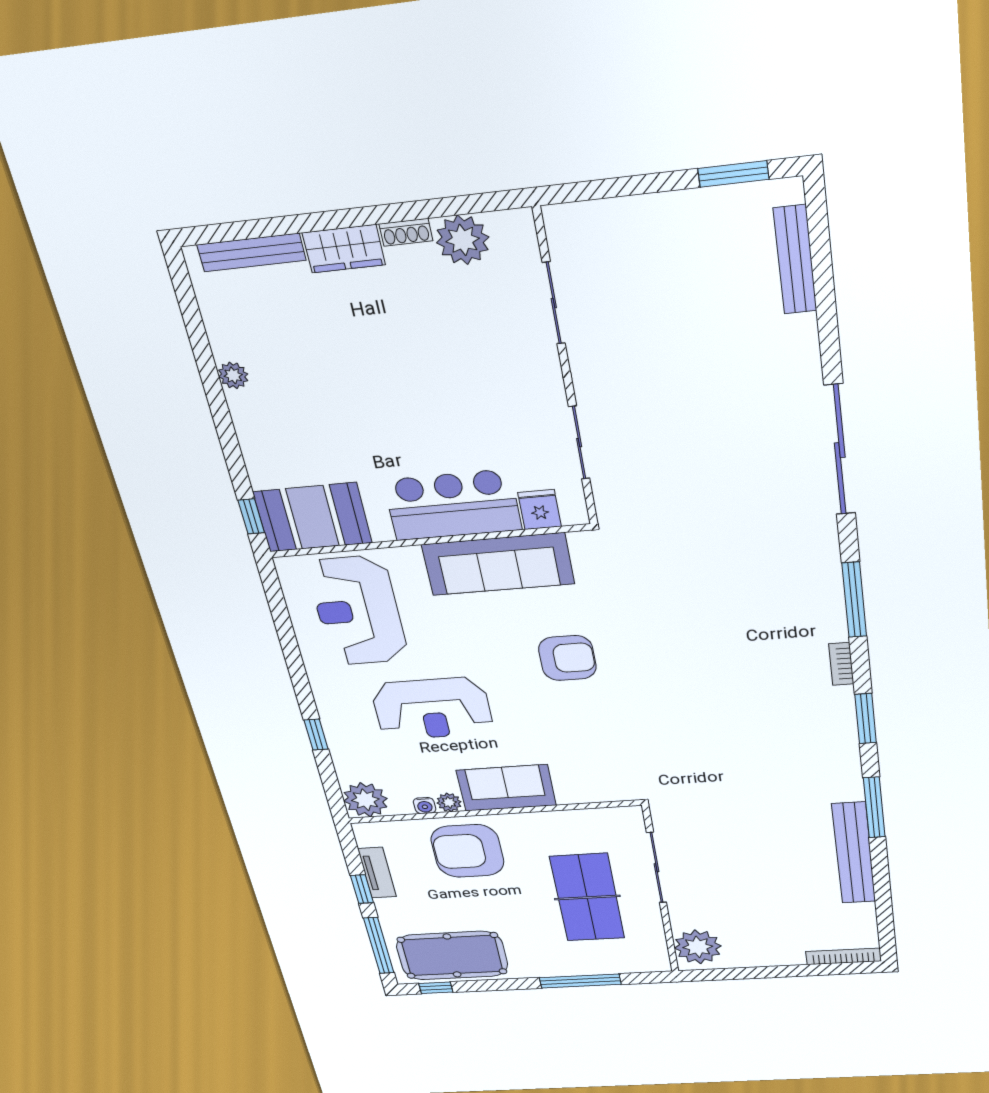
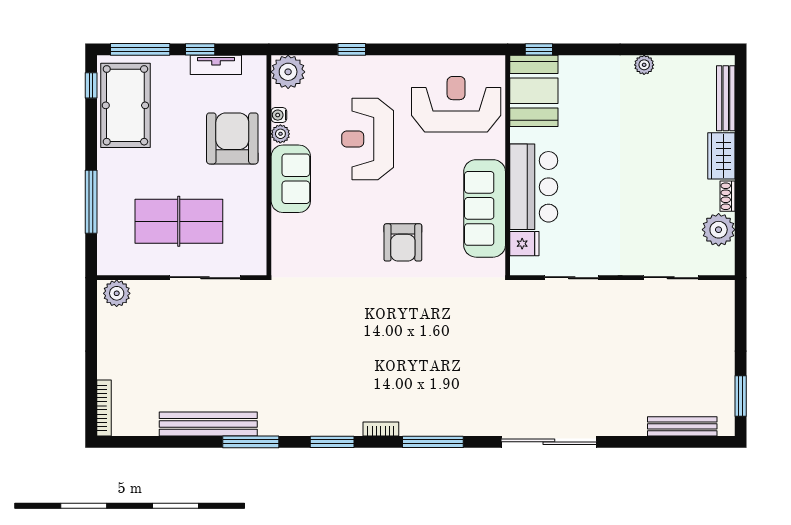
plant: (698, 947) -> (117, 293), width x0.73, depth x0.73

